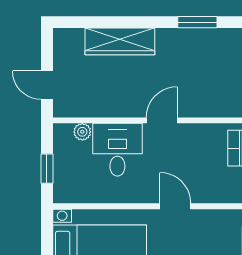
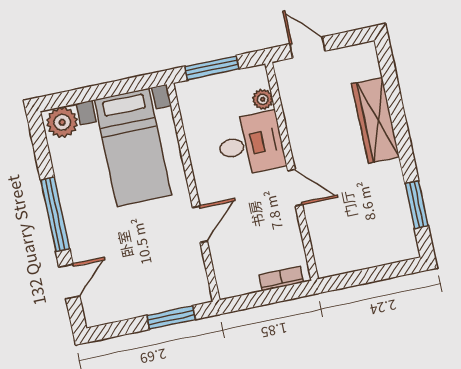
door: (47, 85) -> (308, 47), hinge flipped
window: (47, 169) -> (212, 68), width x1.50

